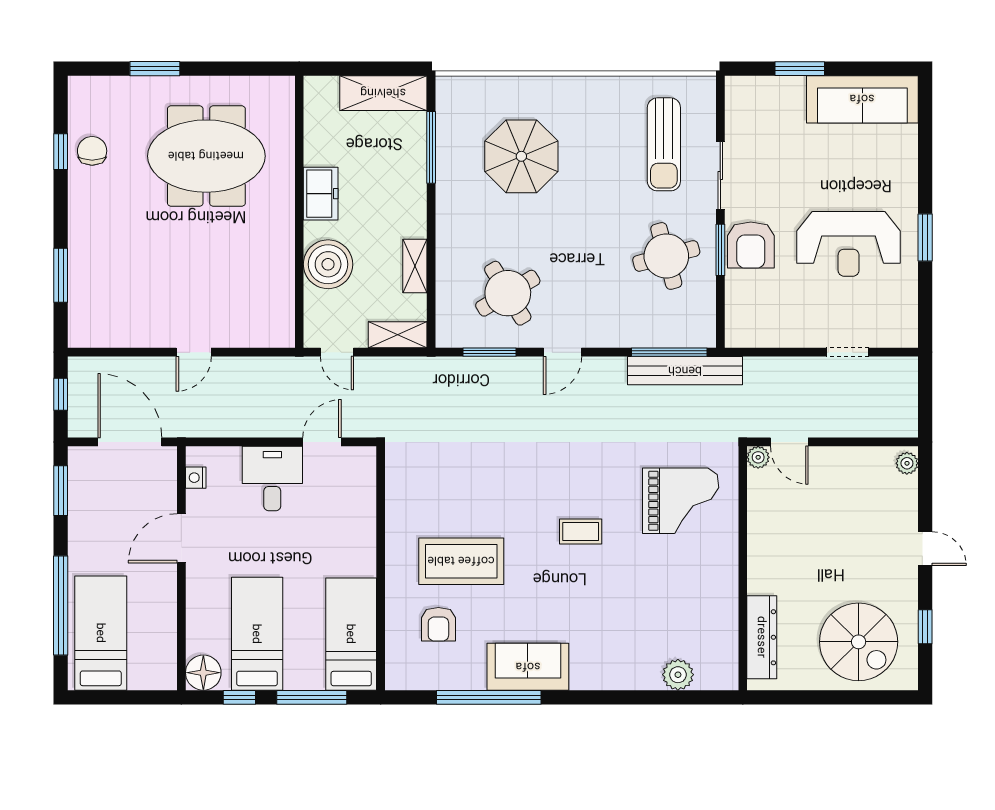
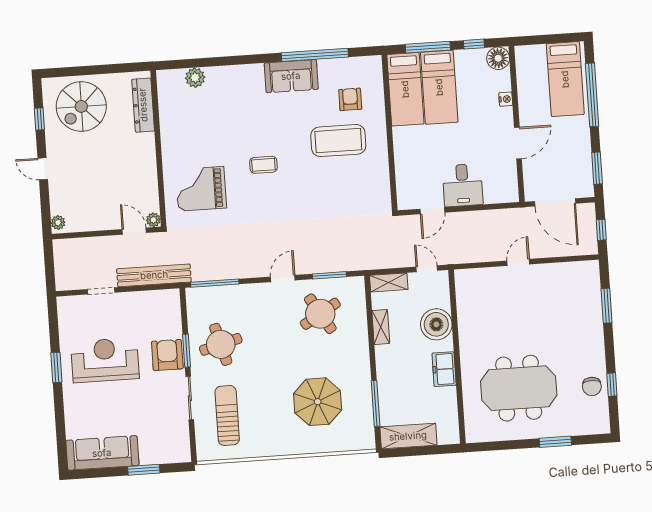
bench: (685, 371) -> (154, 275), moved
nightstand: (196, 478) -> (506, 99), moved
bed: (257, 634) -> (439, 87), moved
spiral stairs: (859, 642) -> (81, 106), turned -90

